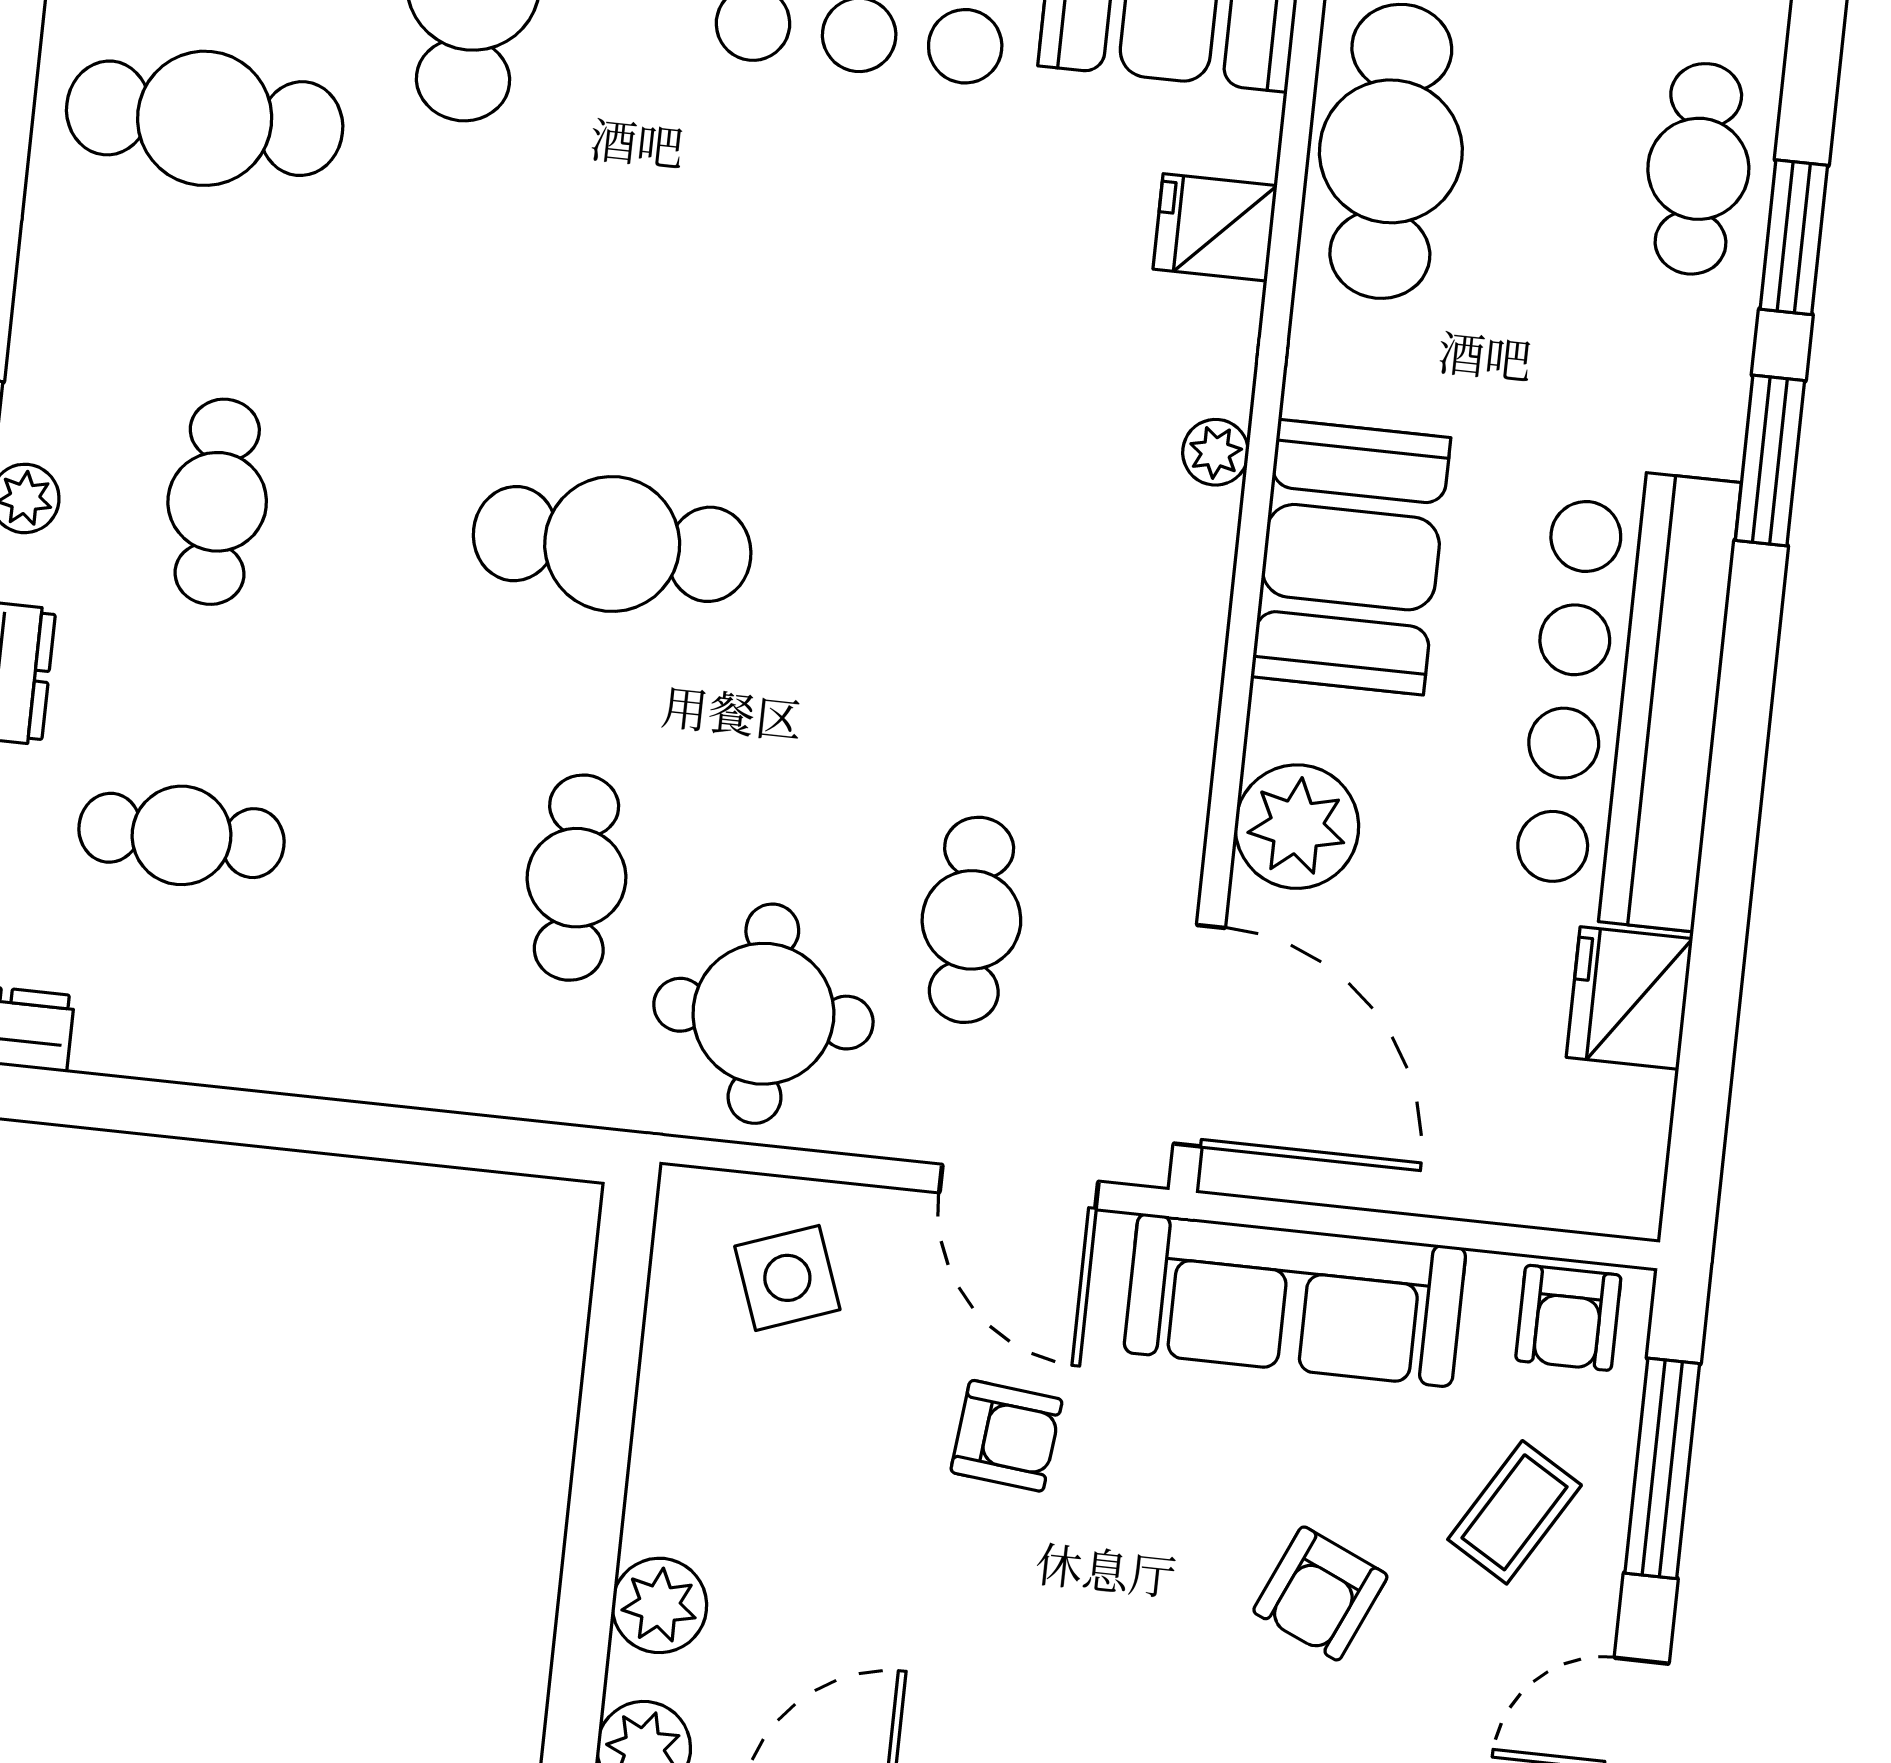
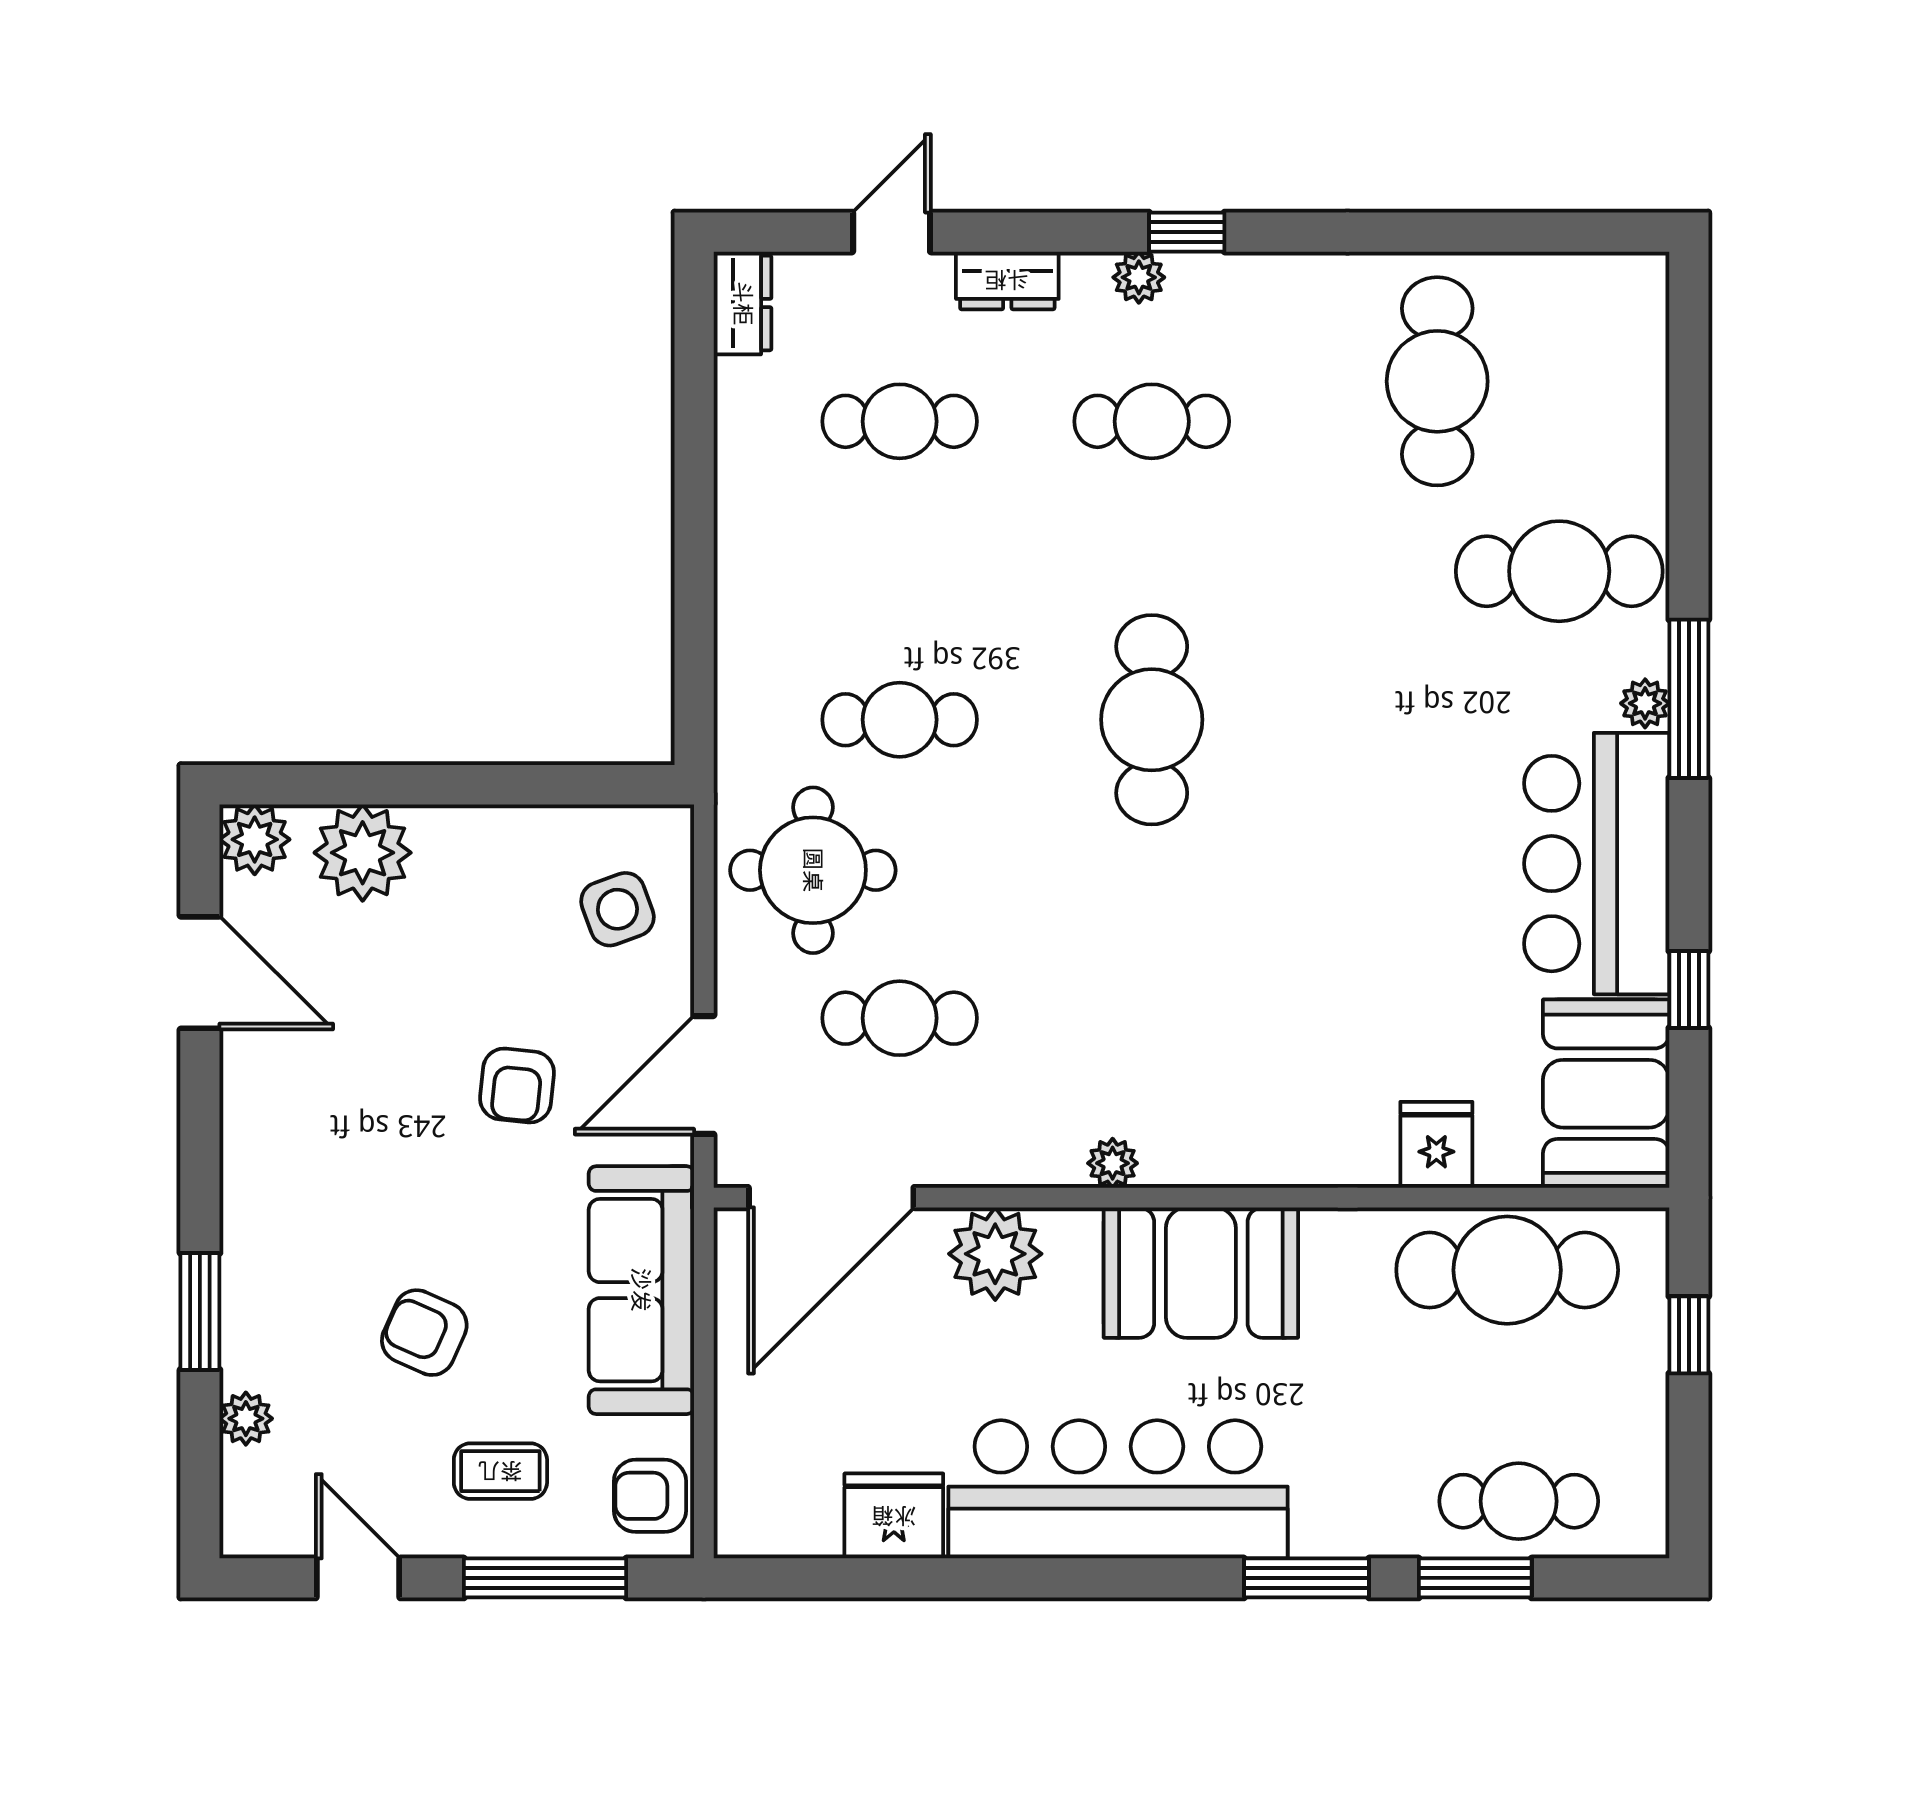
plant: (1216, 452) -> (1113, 1163), moved
cafe table: (182, 835) -> (900, 421), turned 90
coffee table: (1515, 1512) -> (500, 1471), turned -31
plant: (659, 1605) -> (363, 853), width x1.36, depth x1.36

